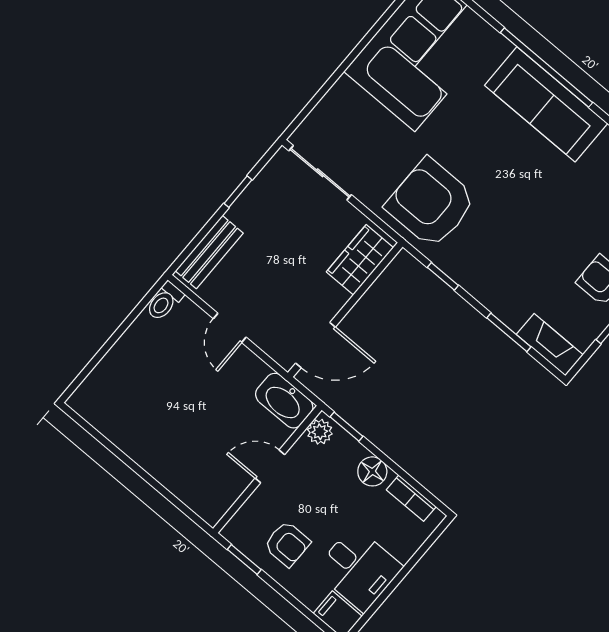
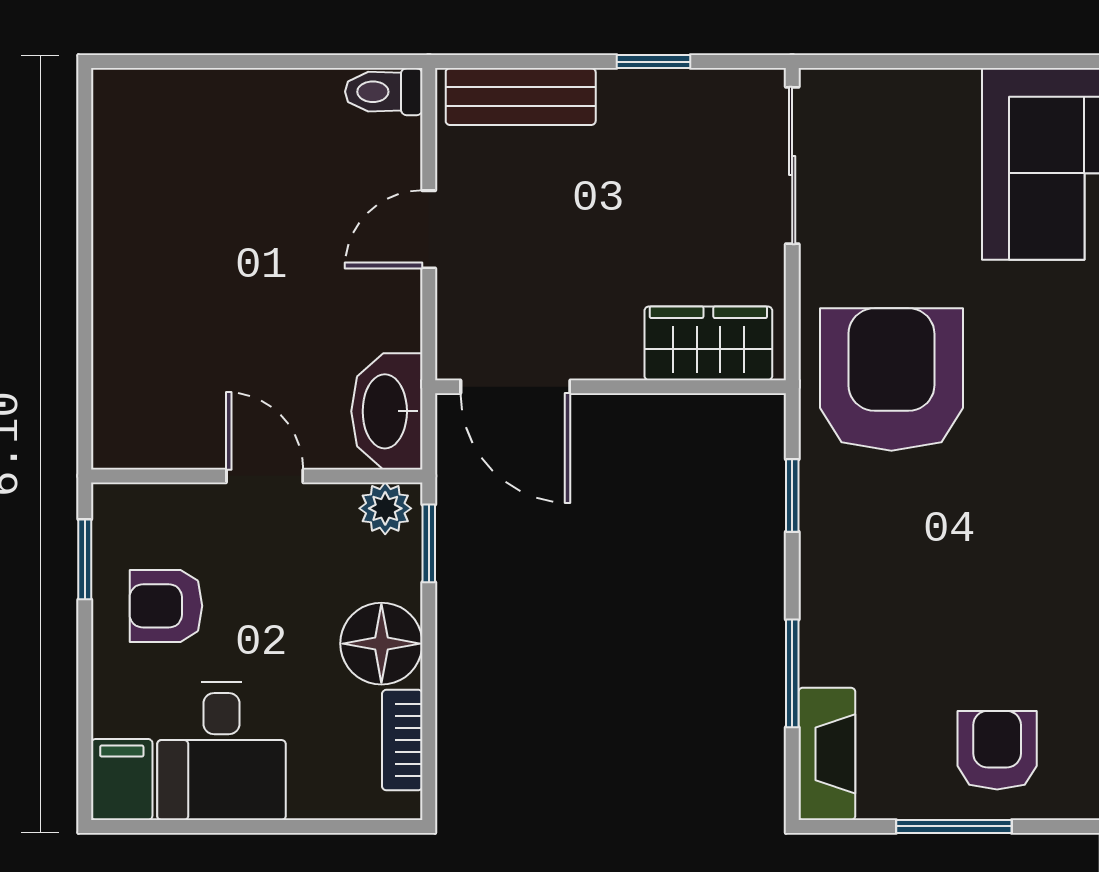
floor lamp: (372, 471) -> (381, 644), width x1.38, depth x1.38
armchair: (287, 544) -> (166, 606), turned 90

